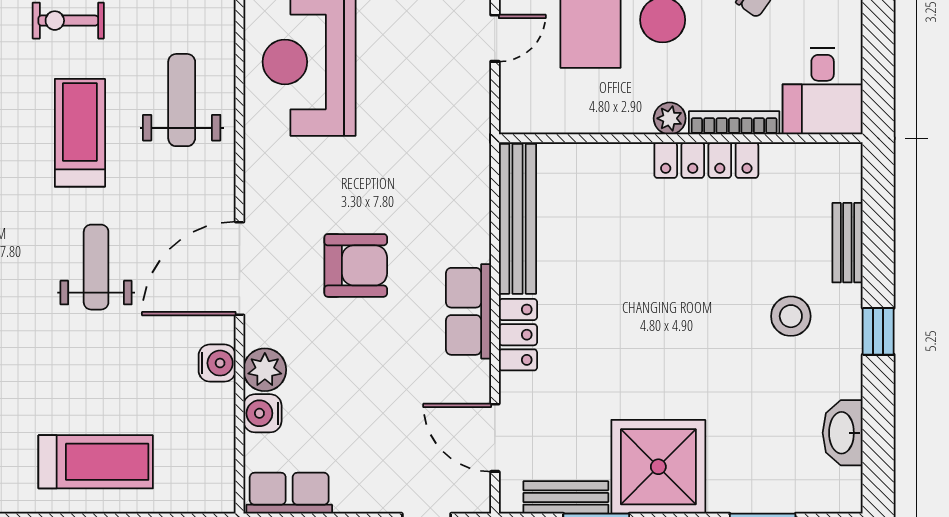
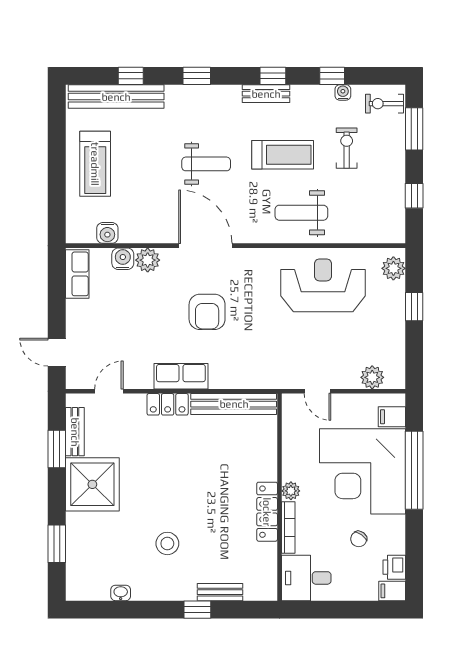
door: (495, 38) -> (317, 391), moved
weight bench: (182, 100) -> (301, 213), turned 180
stool: (791, 316) -> (167, 543), moved
window: (878, 331) -> (197, 610), moved
water cooler: (217, 363) -> (107, 233), moved
washbasin: (843, 433) -> (121, 593), width x0.52, depth x0.69
door: (495, 438) -> (109, 391), width x0.73

